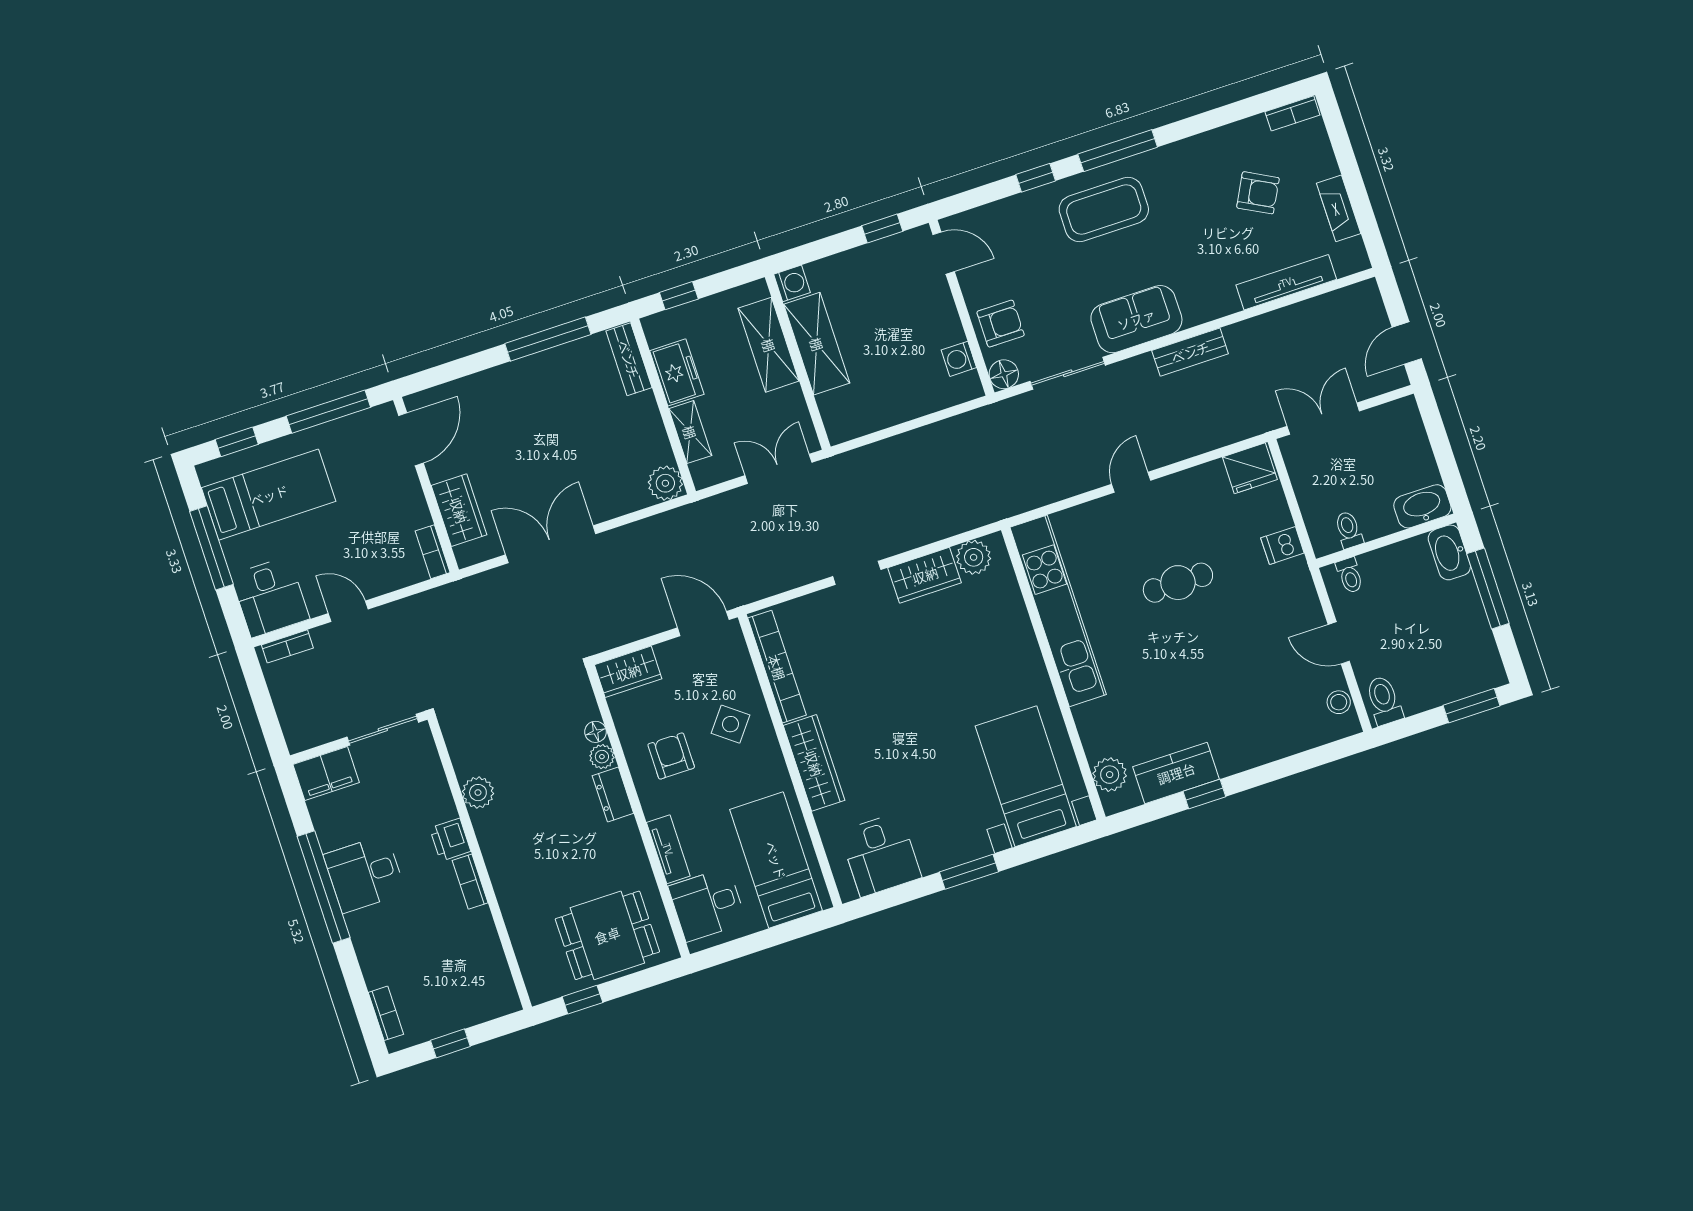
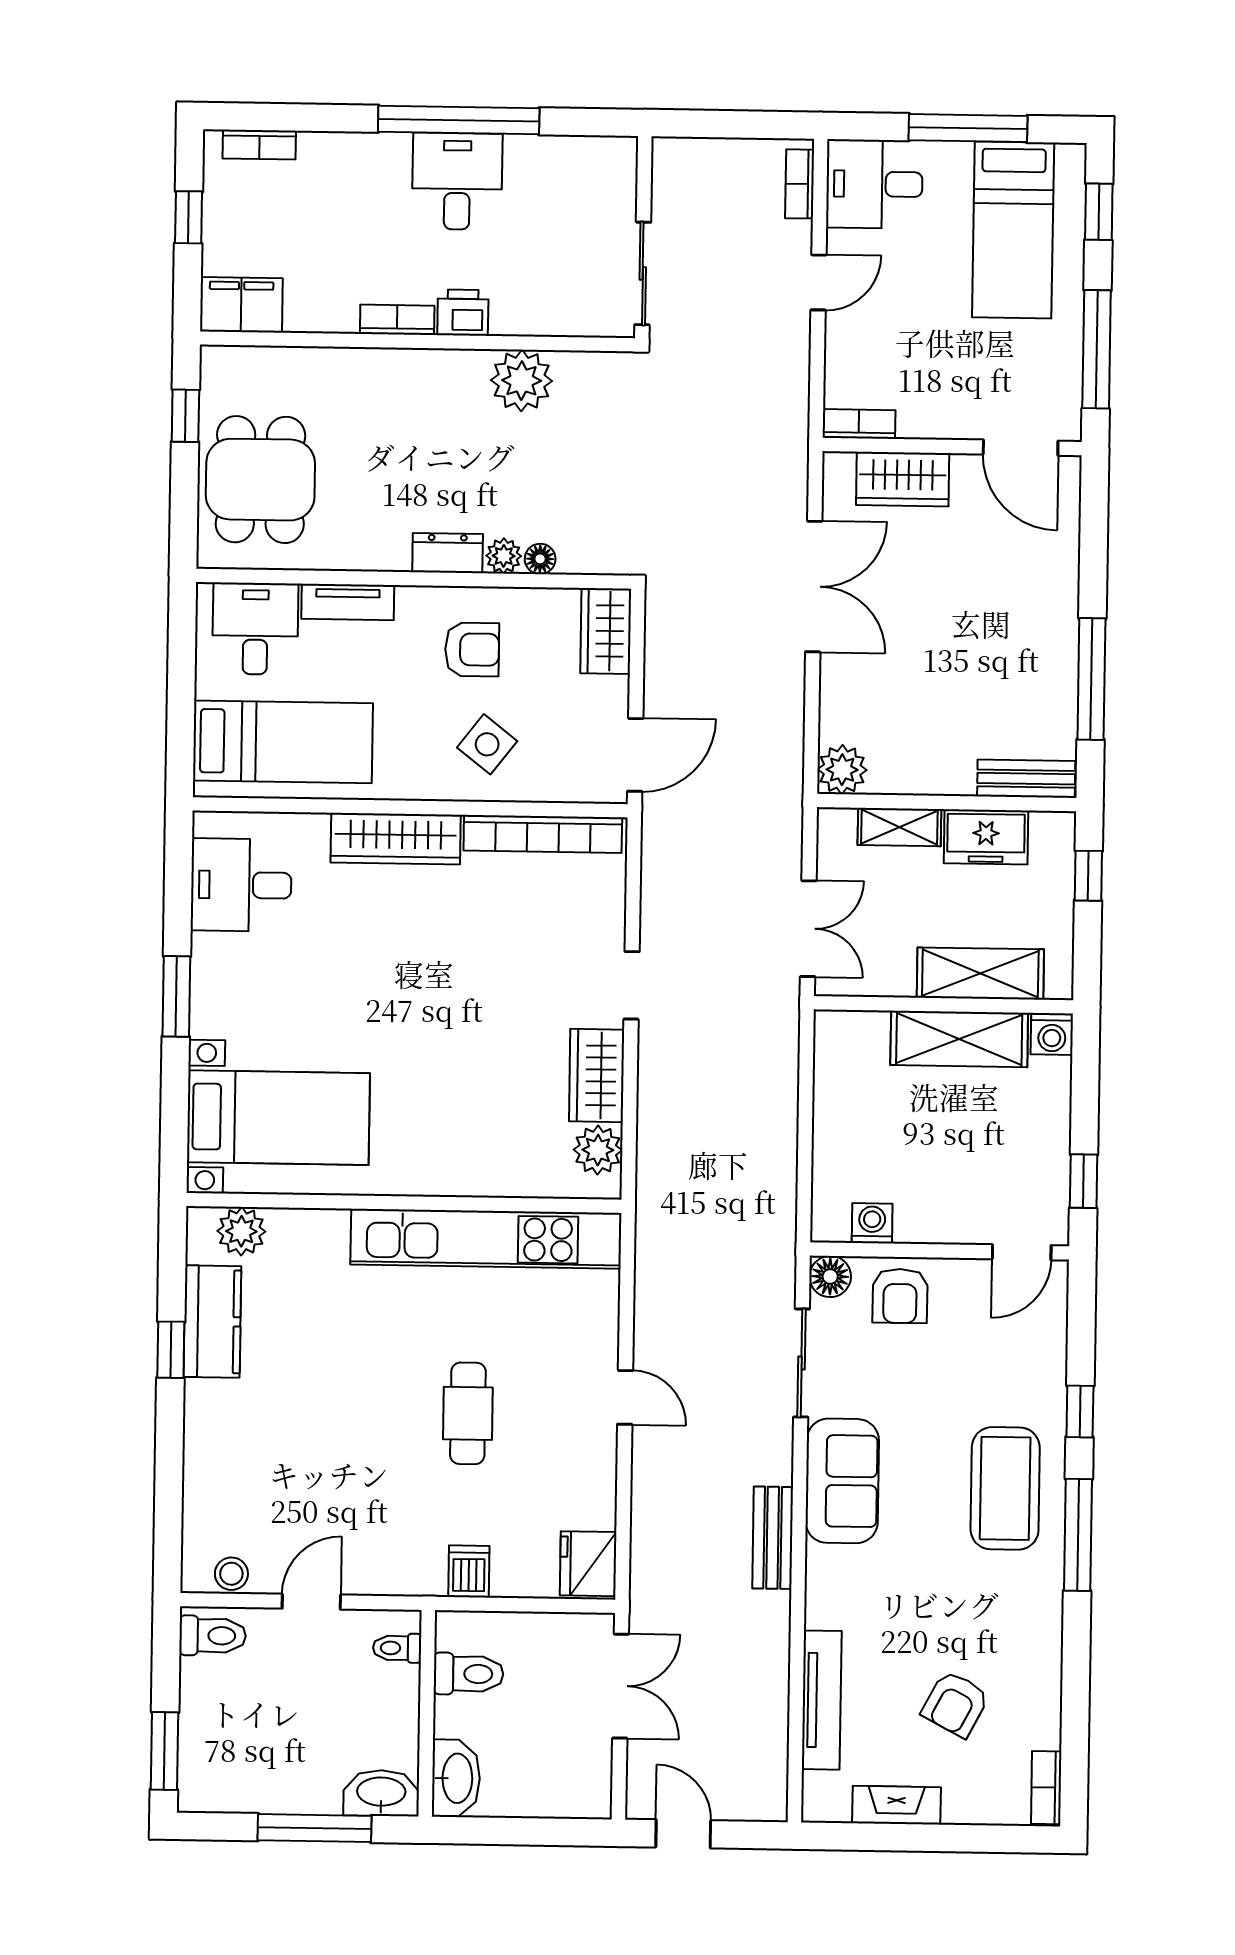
toilet: (1349, 530) -> (469, 1674), width x1.37, depth x1.39
filing cabinet: (326, 773) -> (241, 305), moved, turned 90
plant: (478, 793) -> (522, 381), width x1.36, depth x1.36

